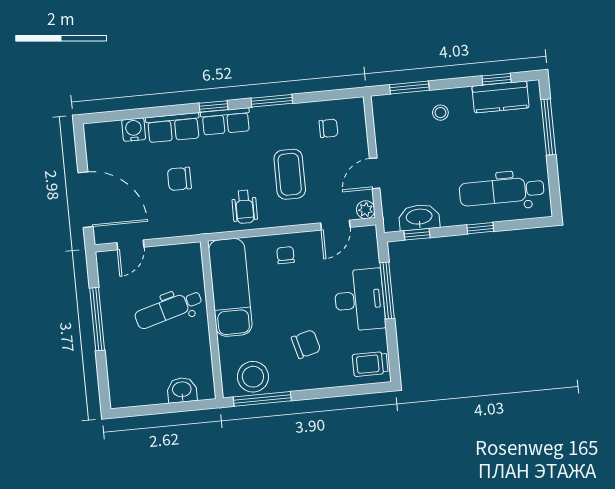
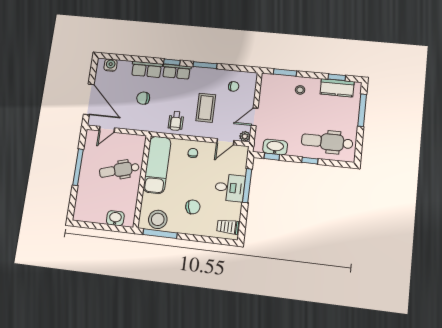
water cooler: (134, 130) -> (111, 65), moved
desk: (359, 300) -> (230, 188), width x0.73

